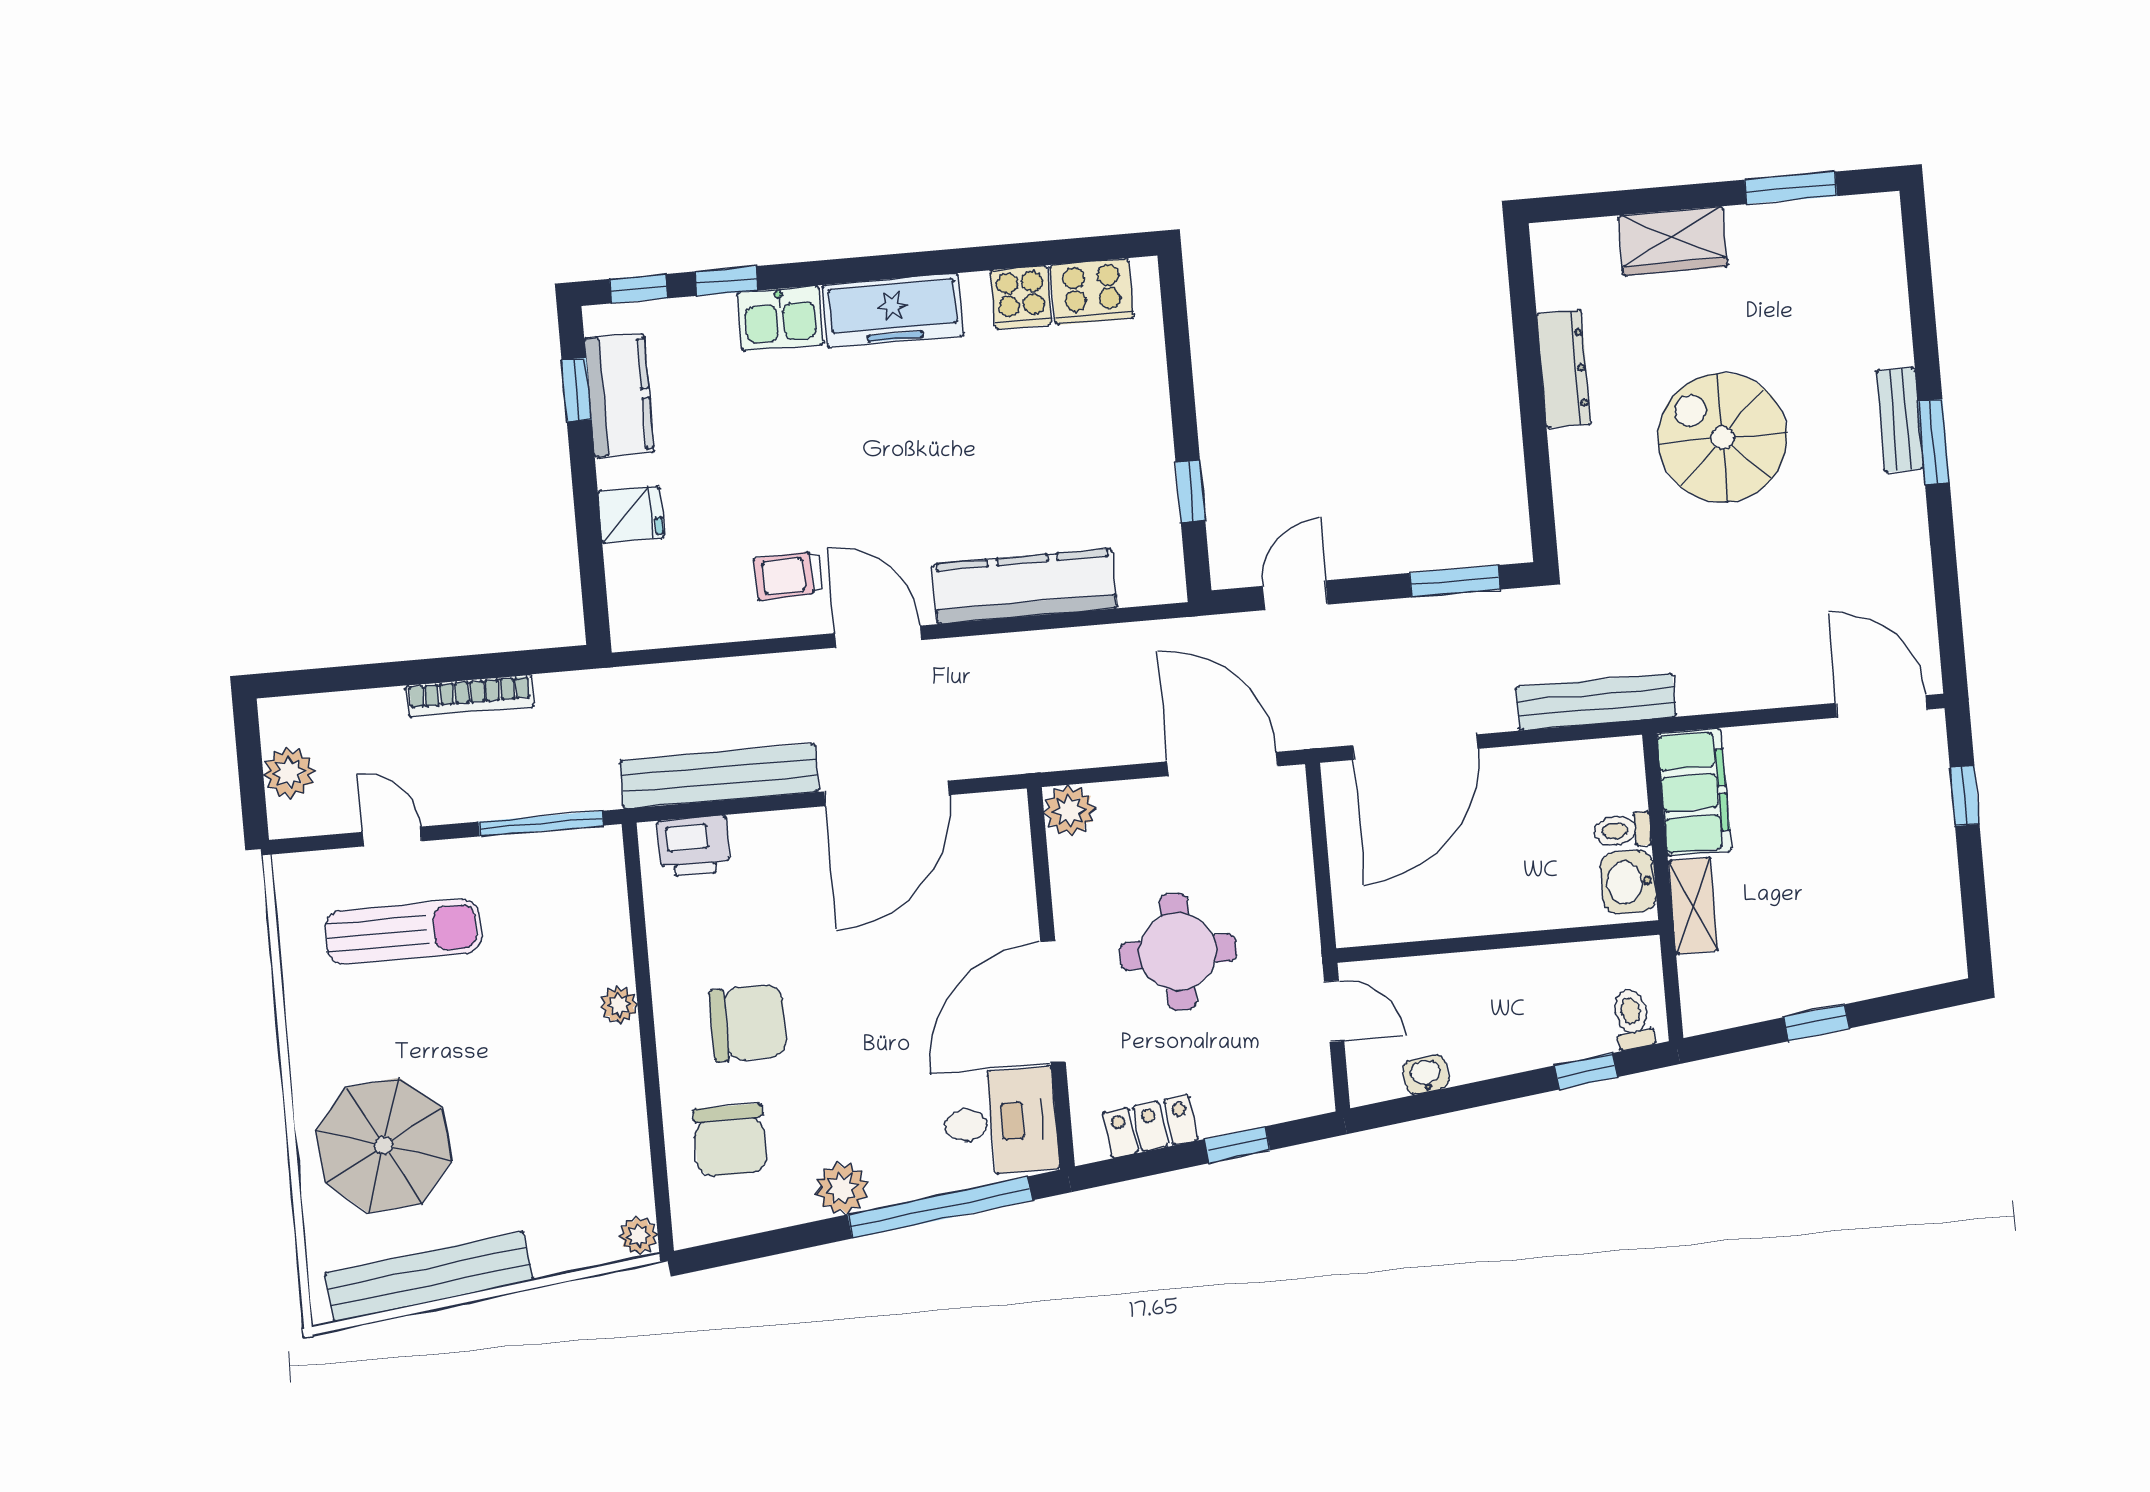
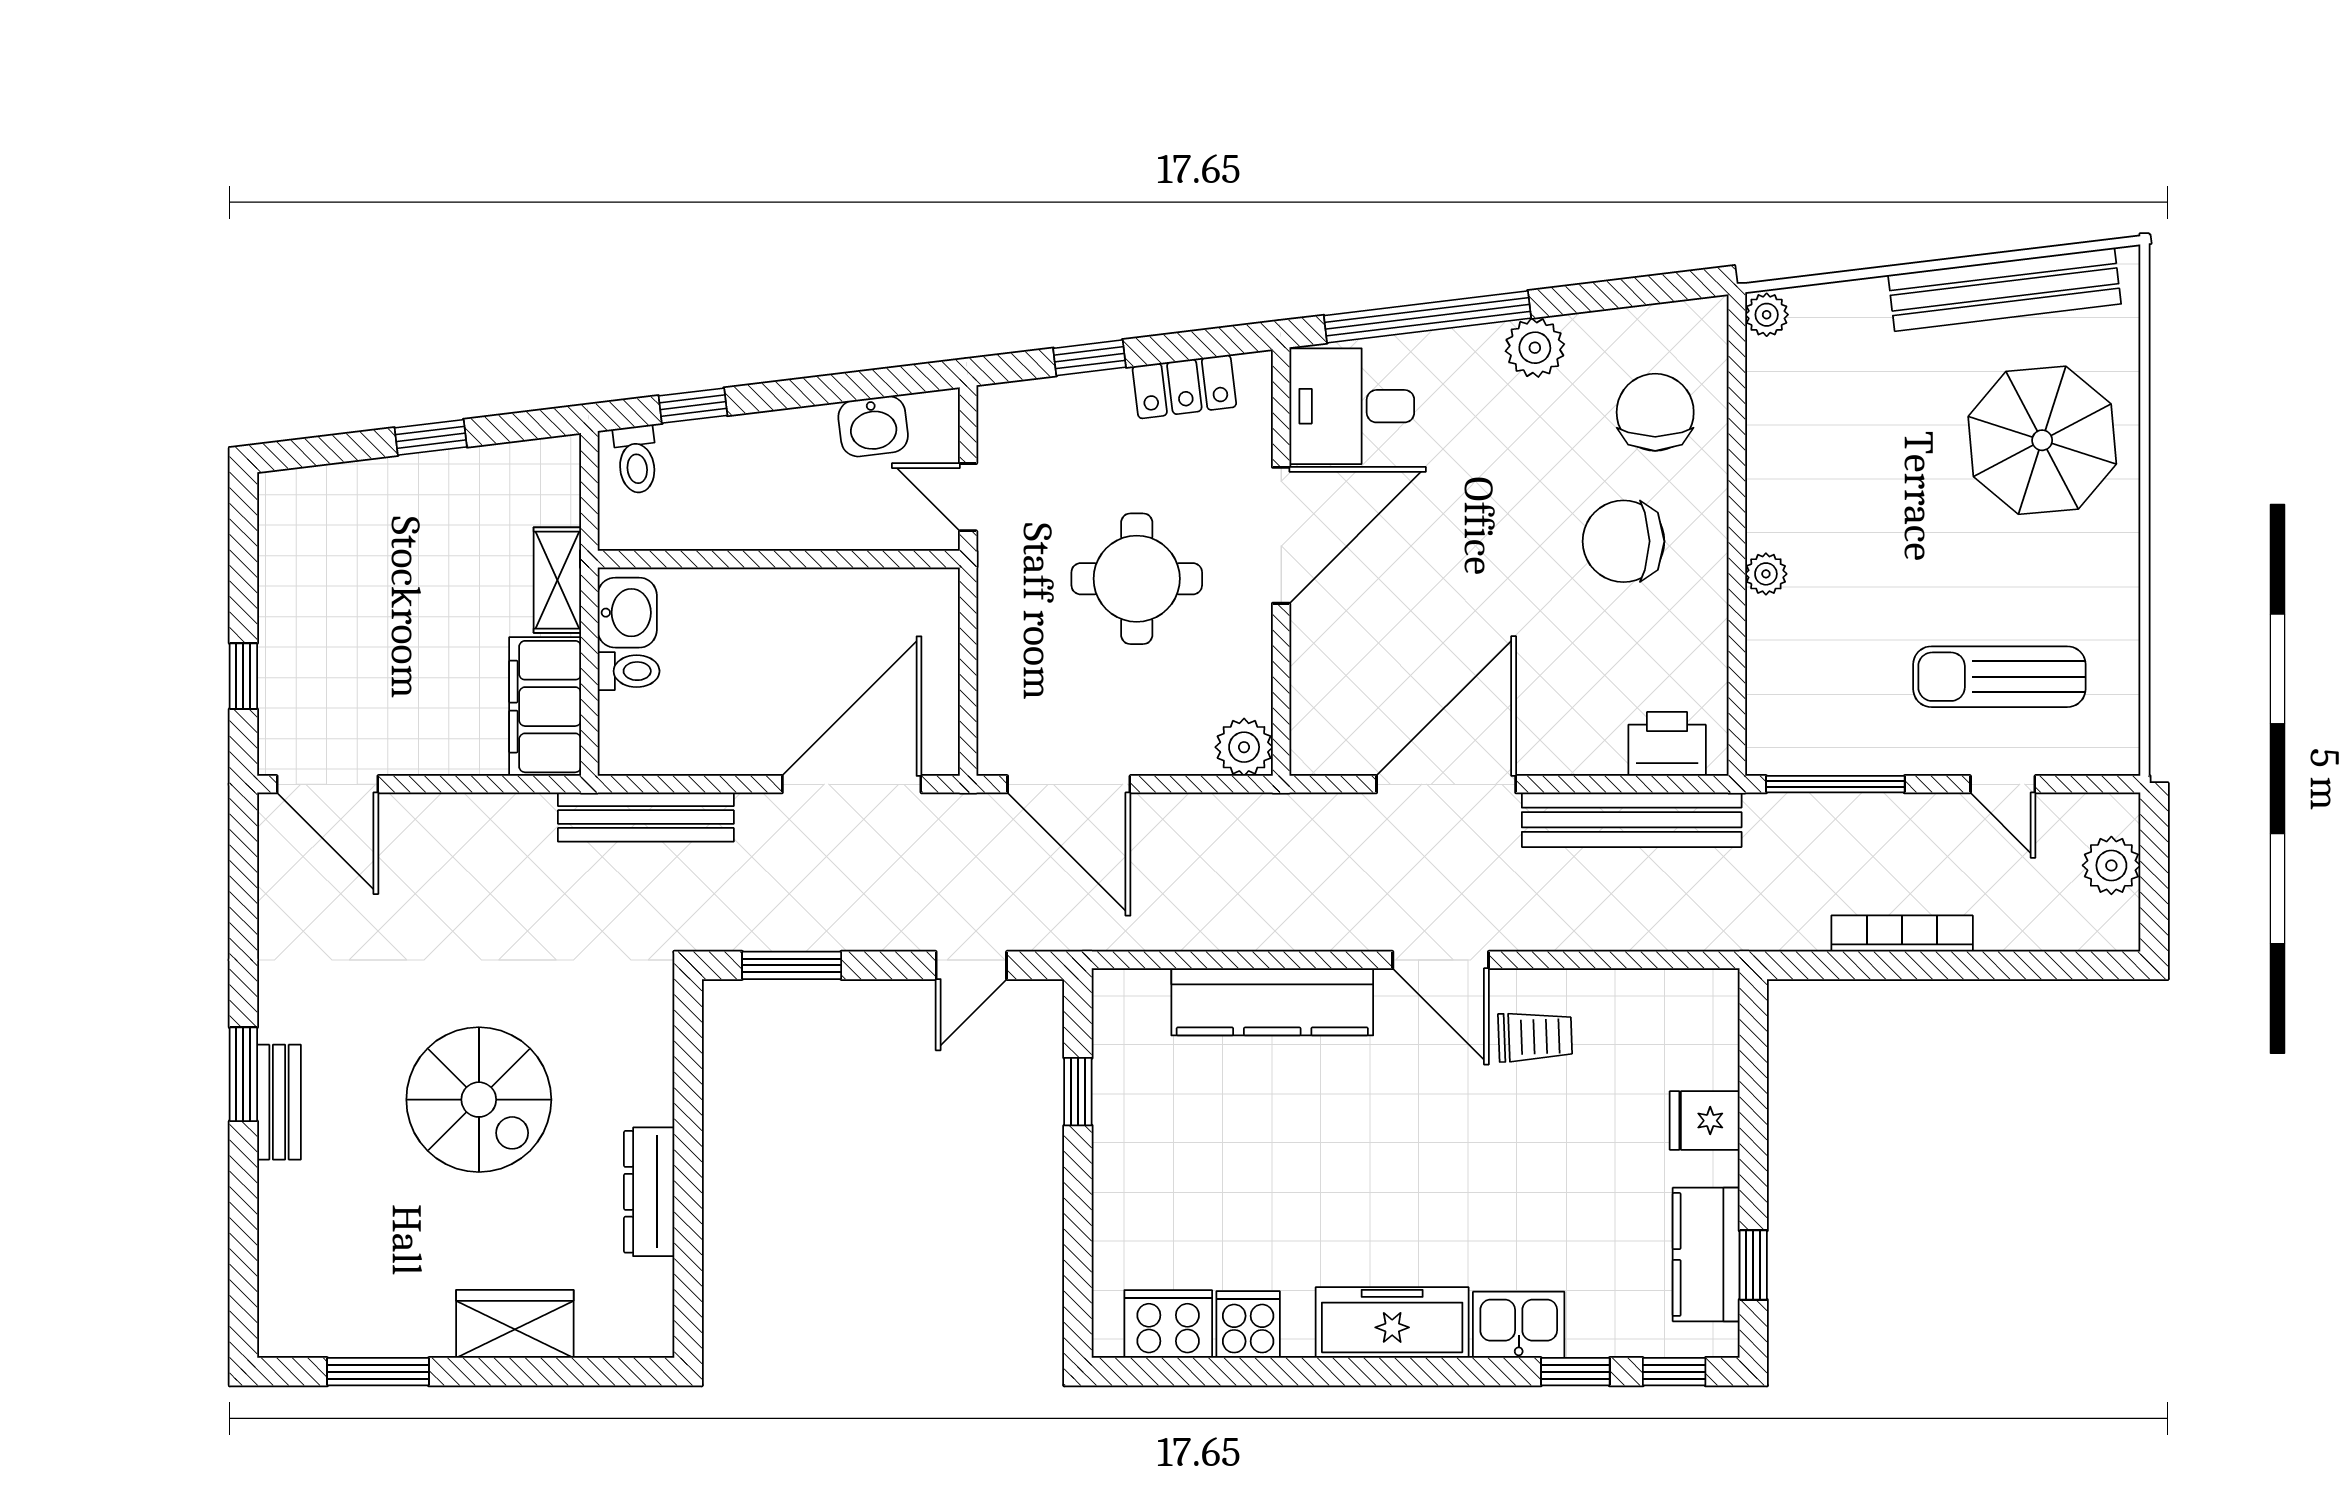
washbasin: (1426, 1075) -> (873, 426), width x1.38, depth x1.45

